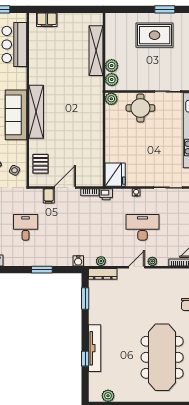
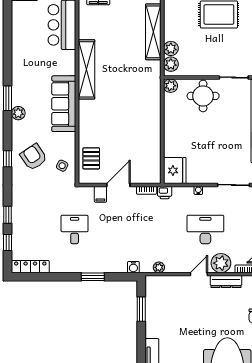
shelving: (36, 112) -> (86, 69), moved
plant: (152, 261) -> (221, 263), width x1.88, depth x1.88
dresser: (103, 274) -> (226, 282), moved

